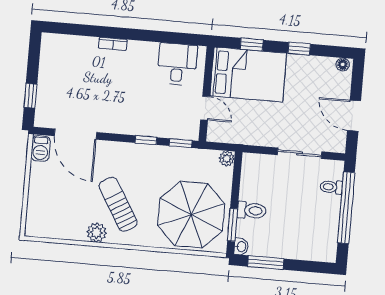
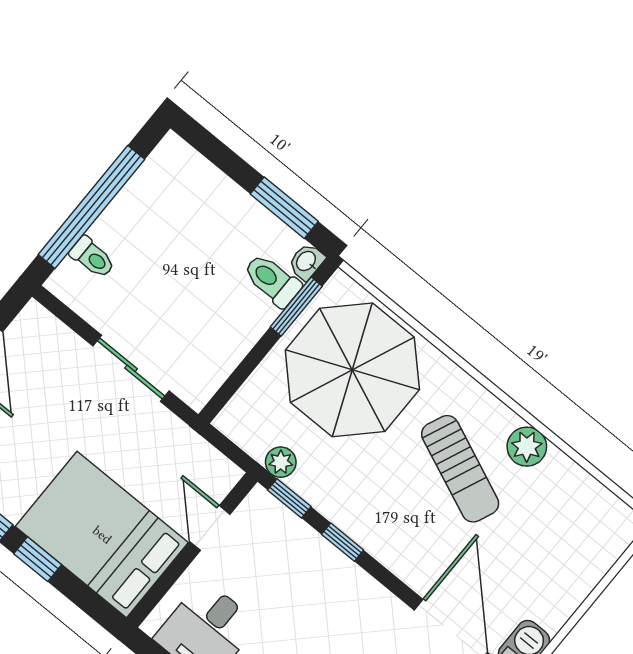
window: (252, 45) -> (38, 559), moved
sliding door: (300, 153) -> (131, 368), moved
plant: (227, 158) -> (281, 462), moved
sun lounger: (118, 204) -> (460, 469), turned -36
toilet: (252, 210) -> (272, 280), moved

